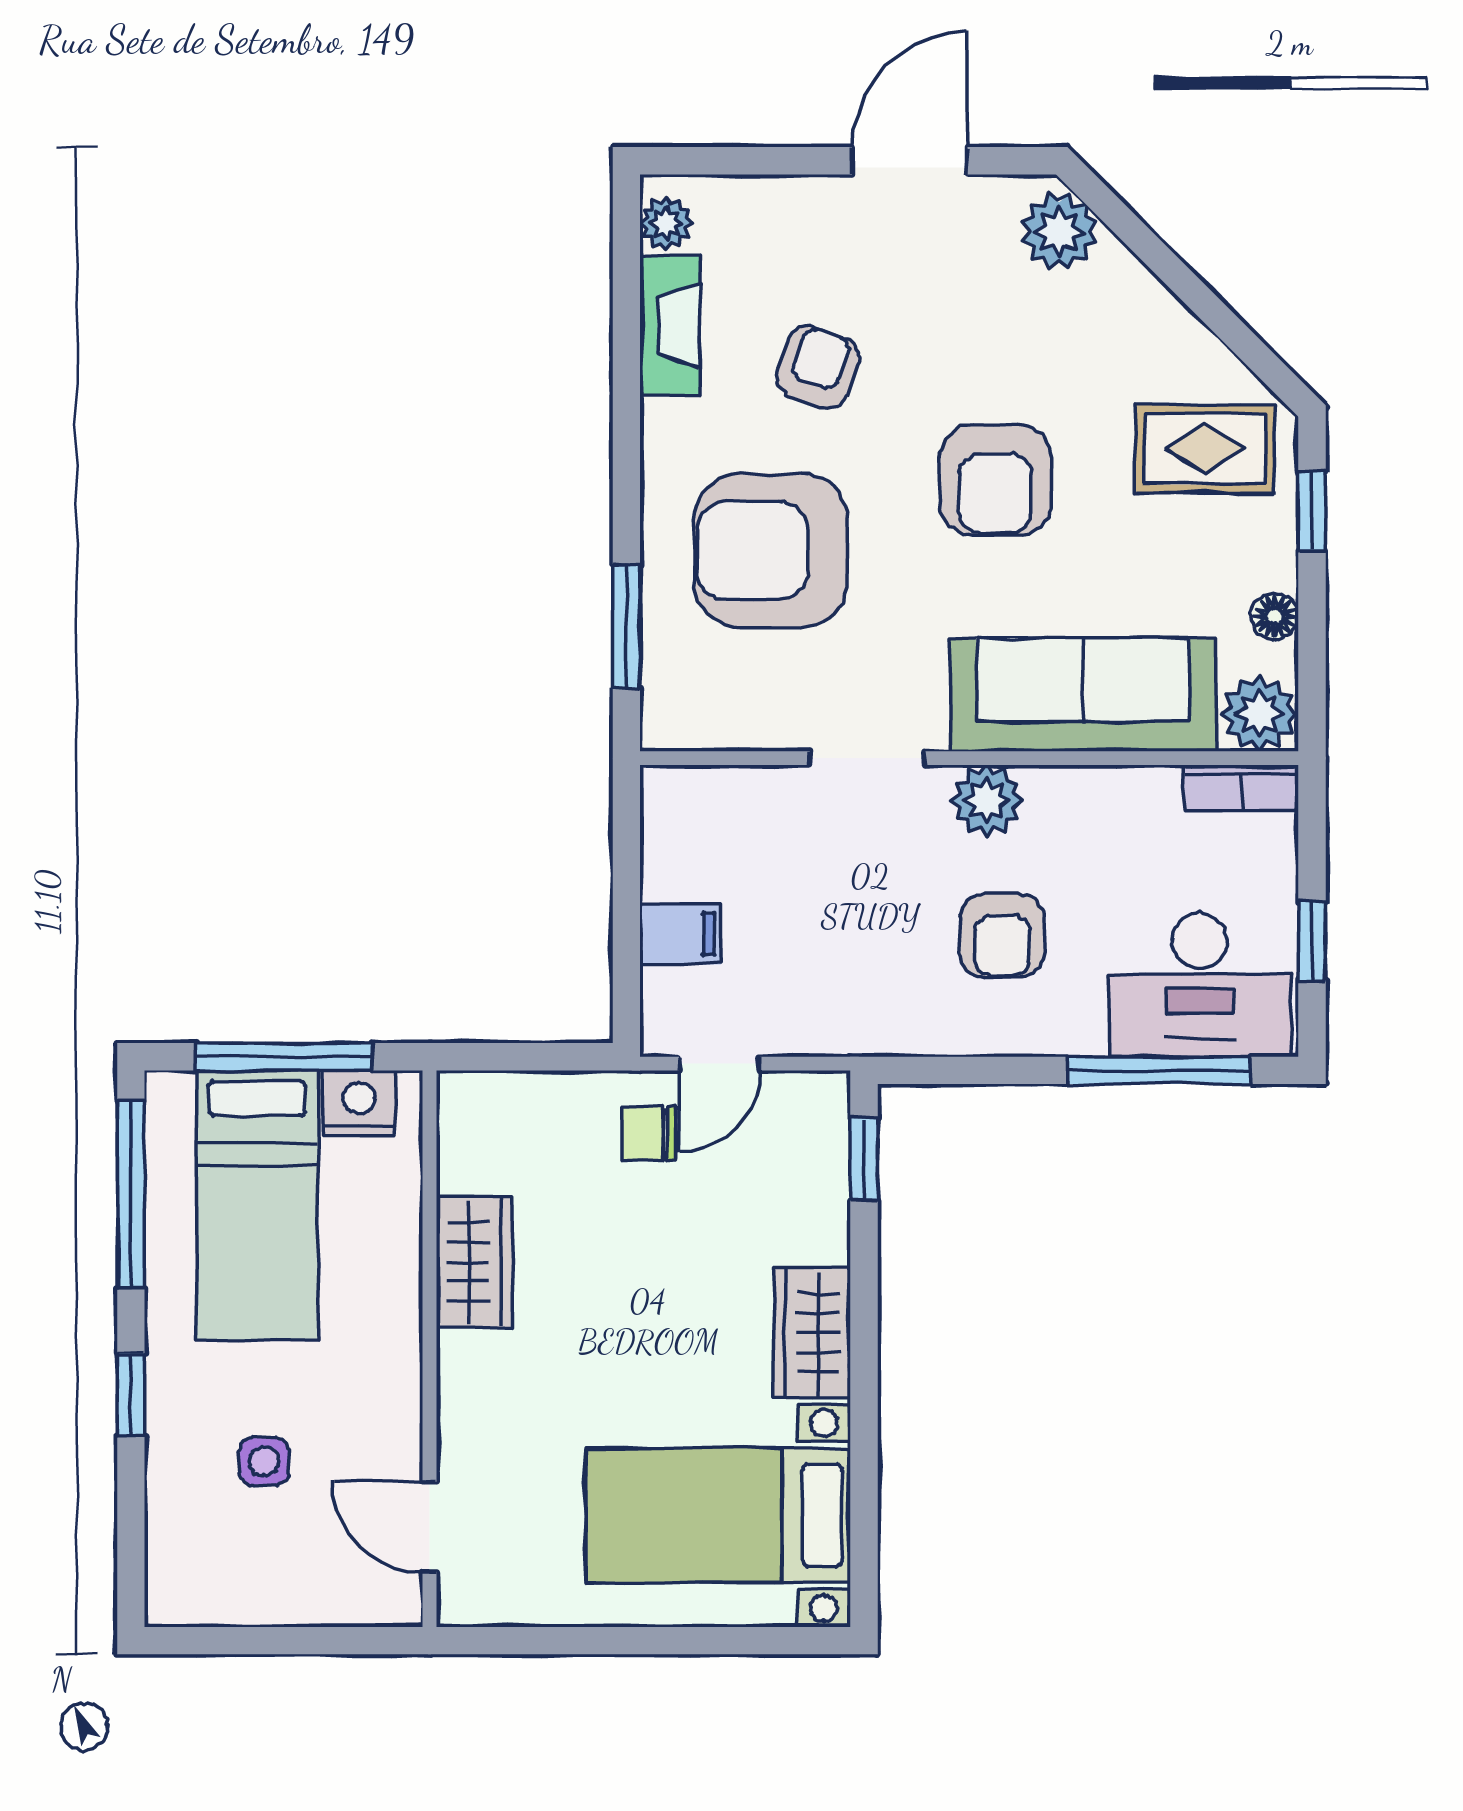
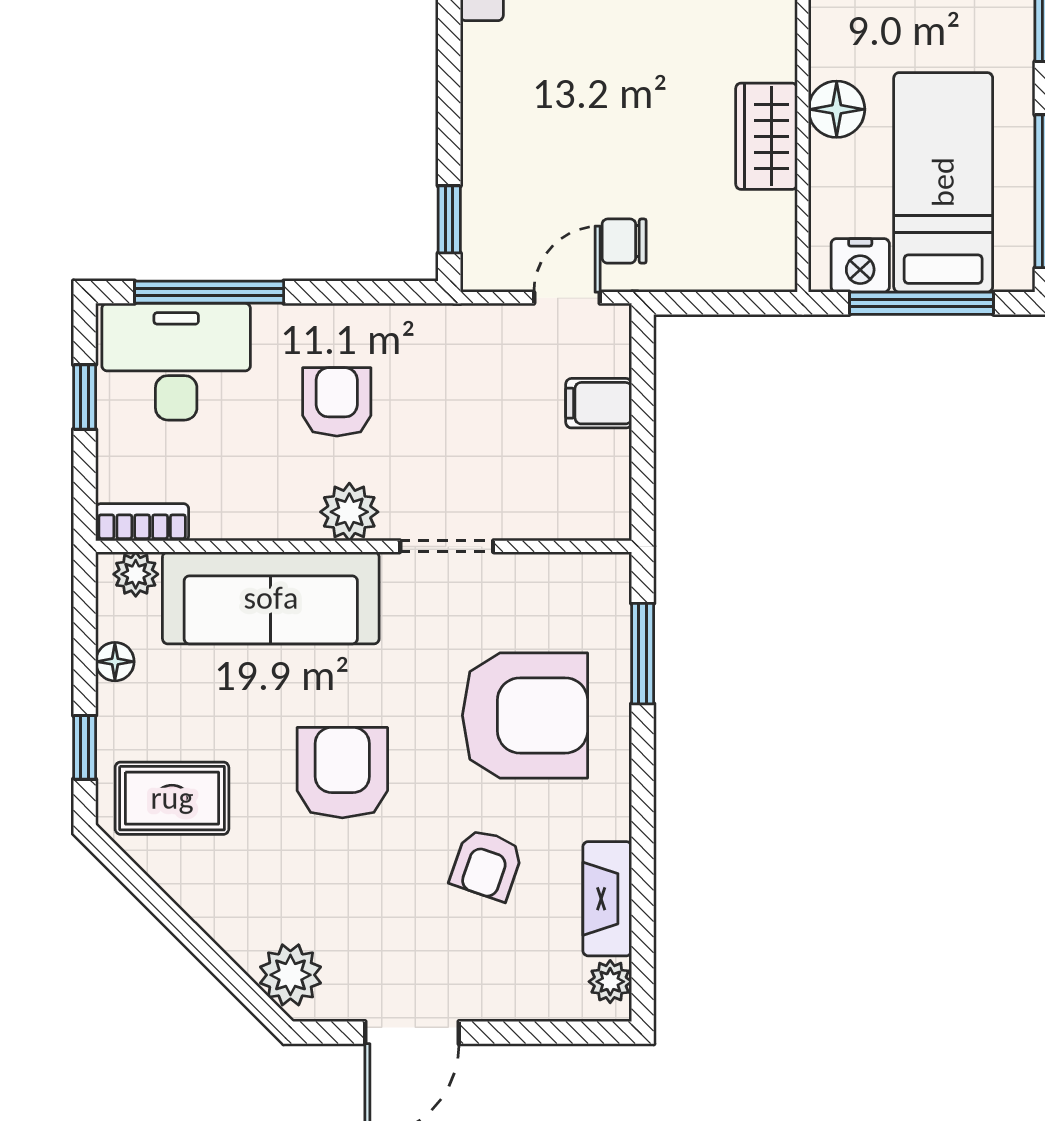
plant: (1259, 714) -> (136, 574), width x0.73, depth x0.73
chair: (649, 1133) -> (624, 241), turned 180
floor lamp: (388, 1295) -> (837, 109), added
wardrobe: (812, 1333) -> (491, 79), removed

